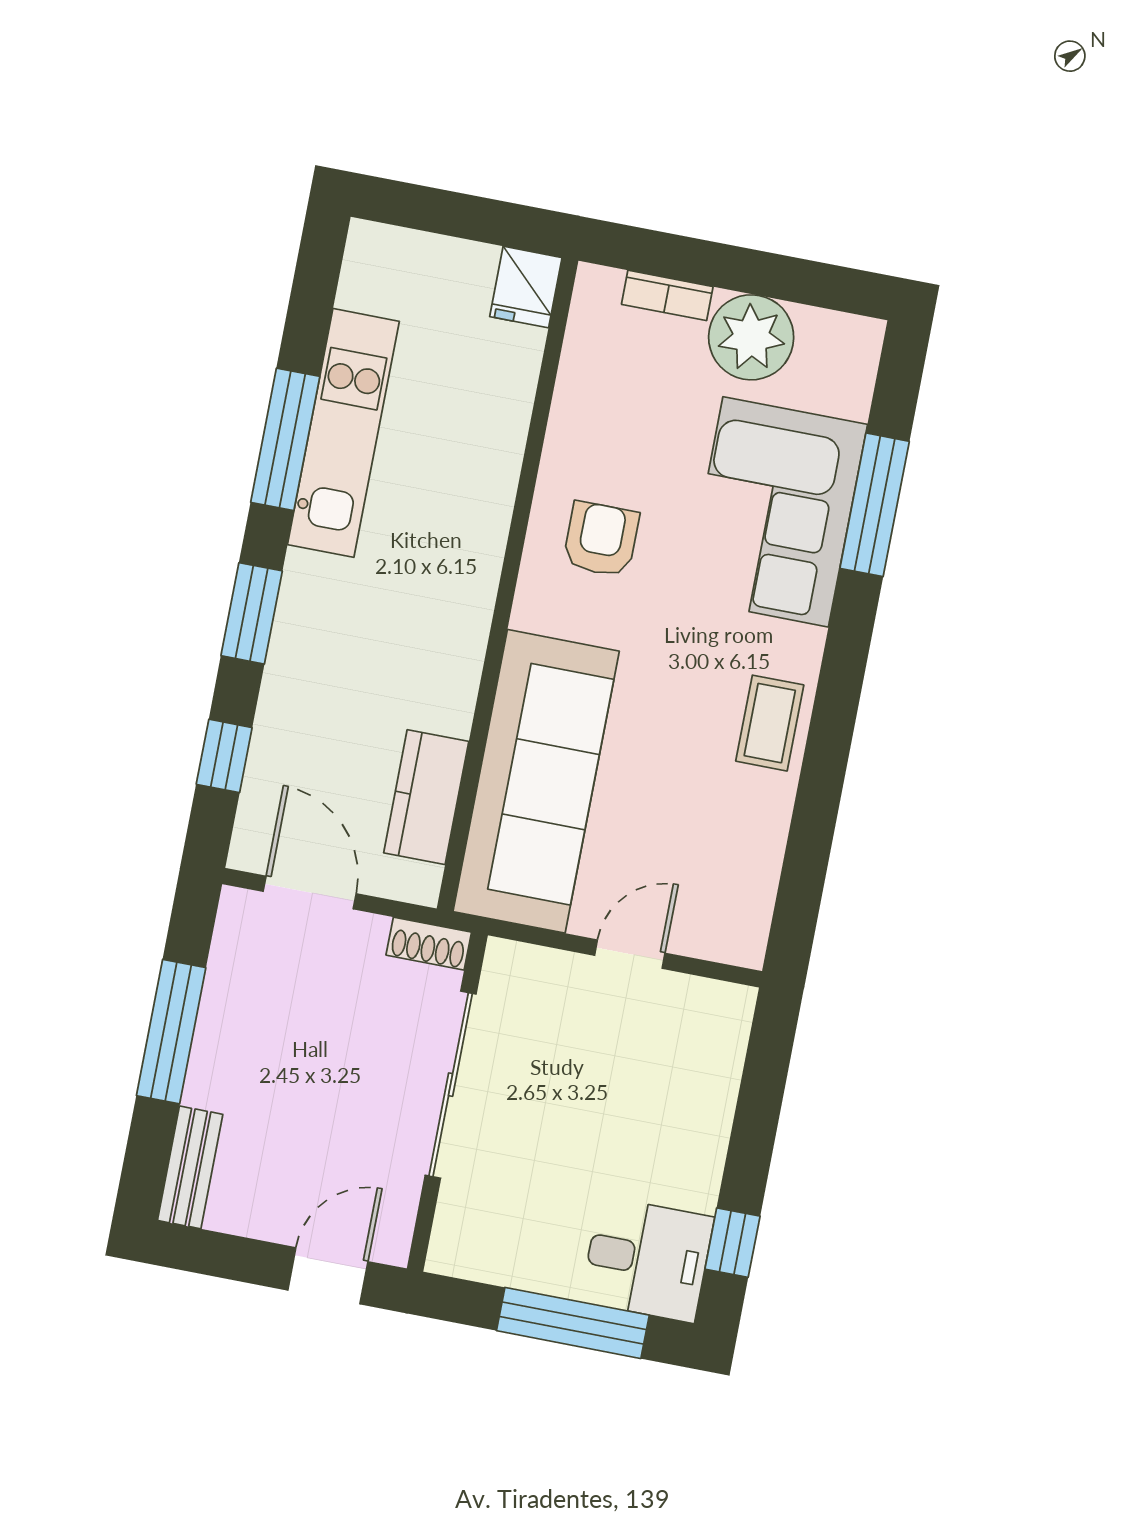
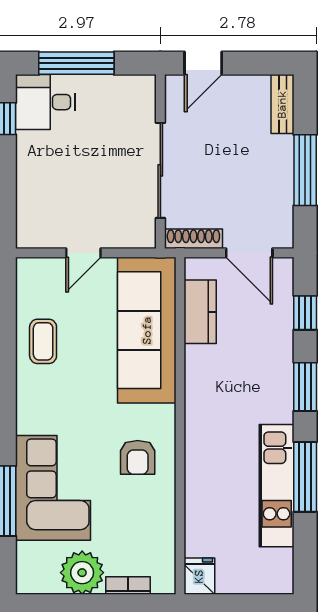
coffee table: (770, 723) -> (43, 341), moved
shoe rack: (429, 944) -> (193, 239), width x1.43

